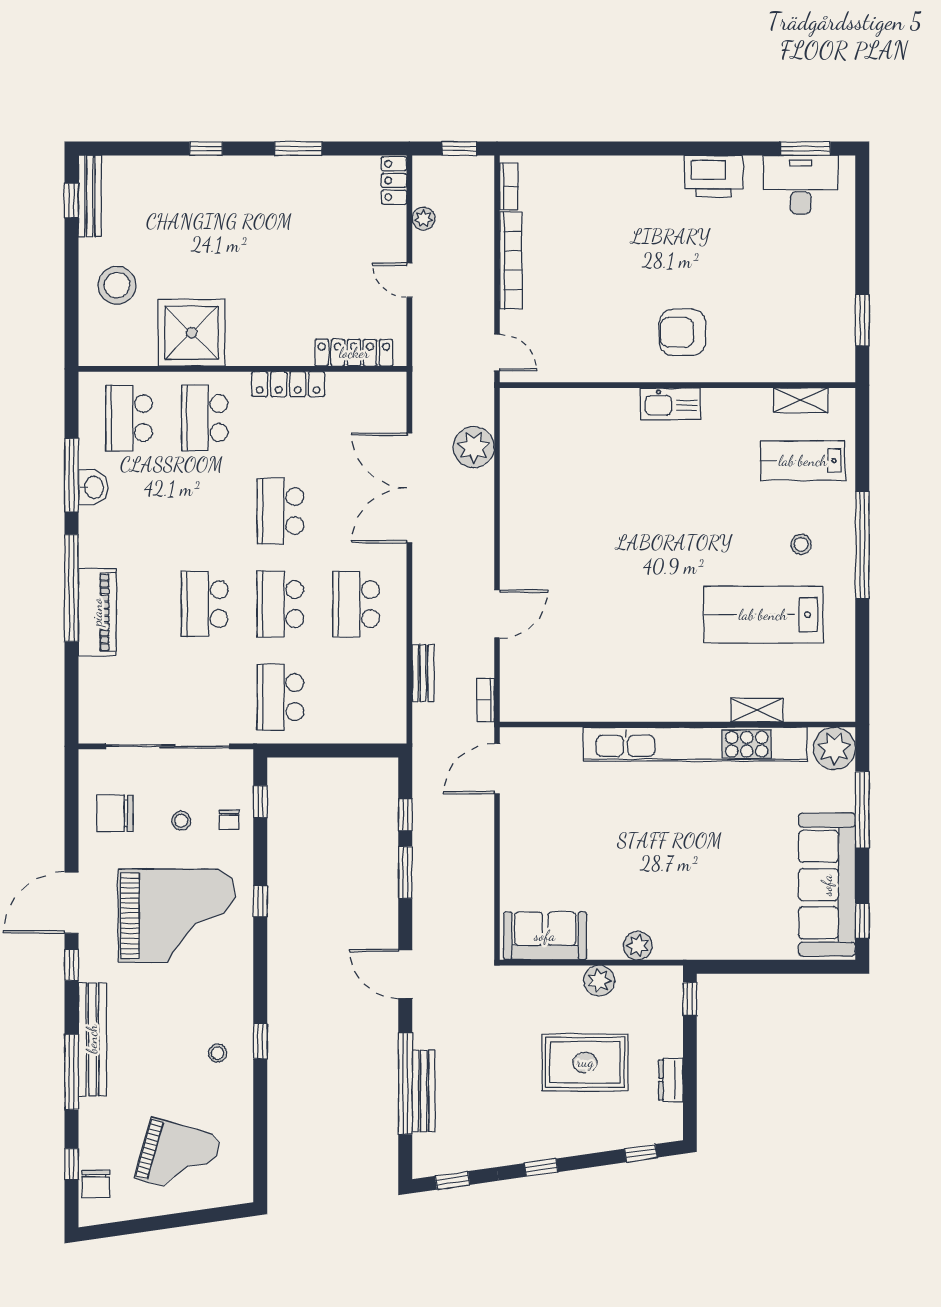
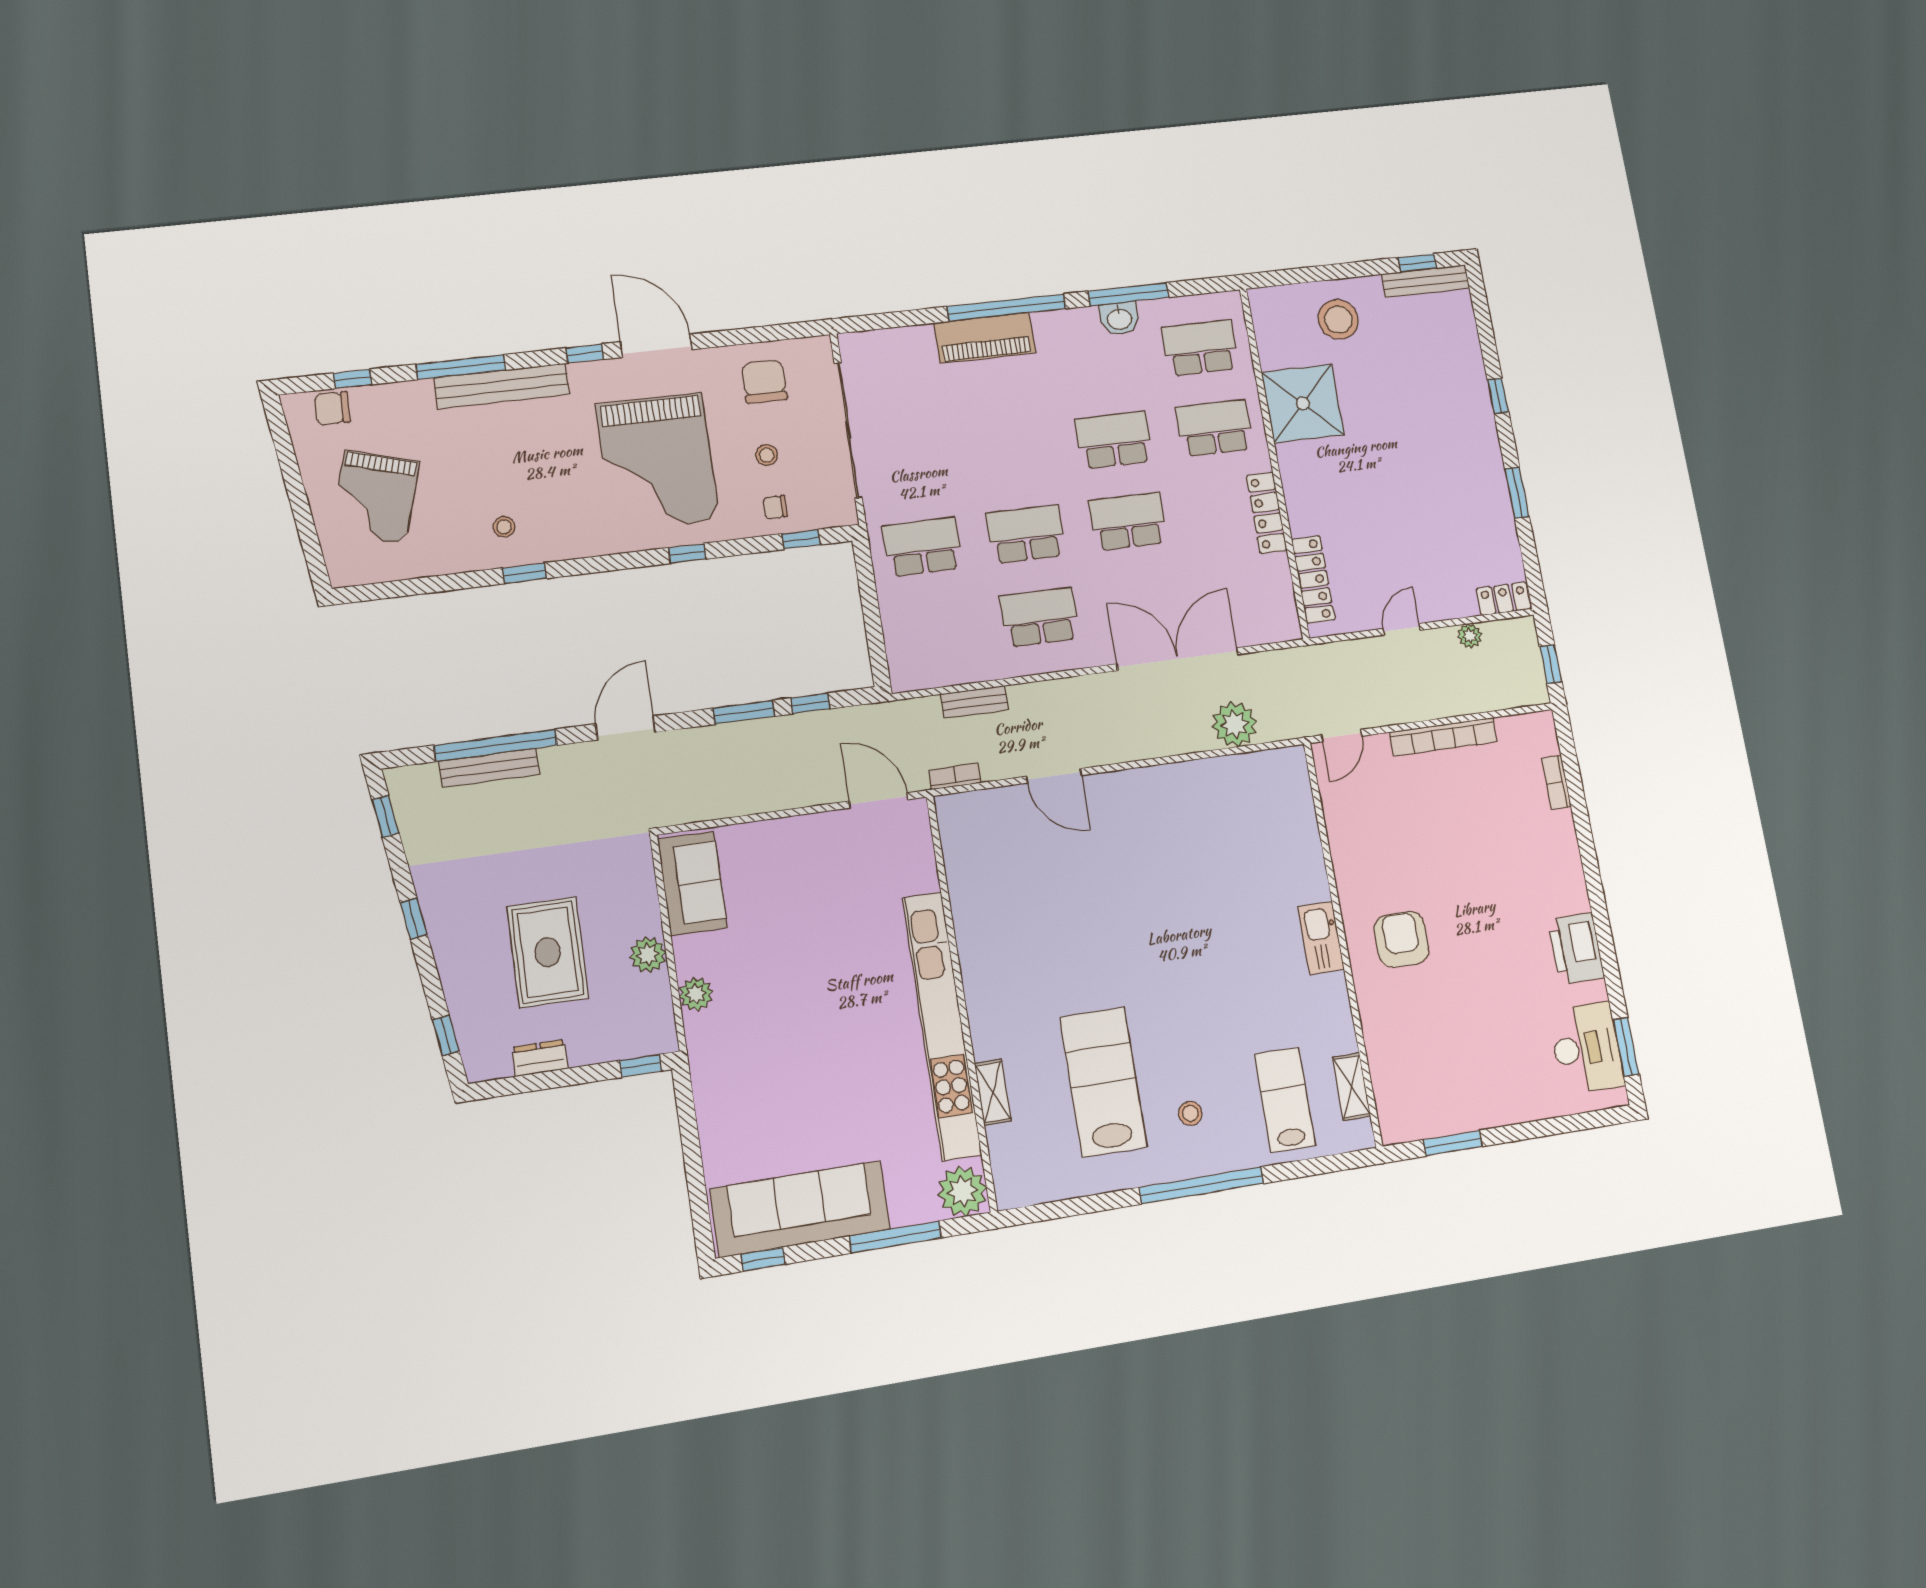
bookcase: (509, 186) -> (1556, 782), moved, turned 90
school desk: (205, 604) -> (1114, 440), moved

